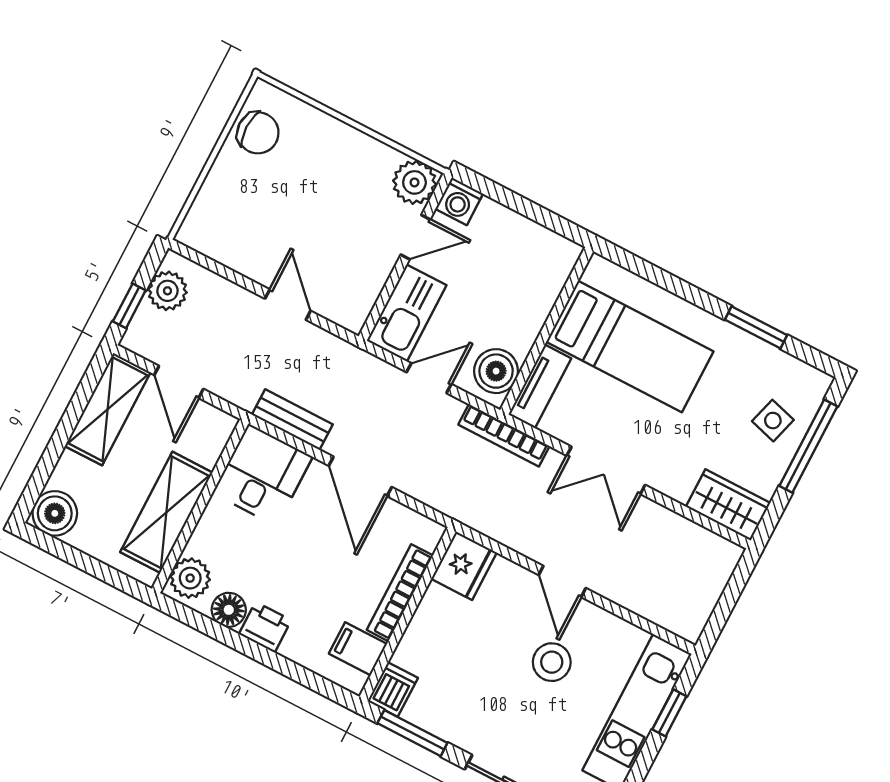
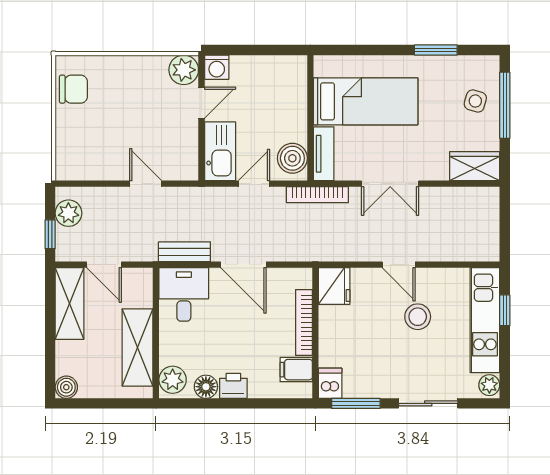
boiler: (55, 513) -> (66, 387), width x0.73, depth x0.73

